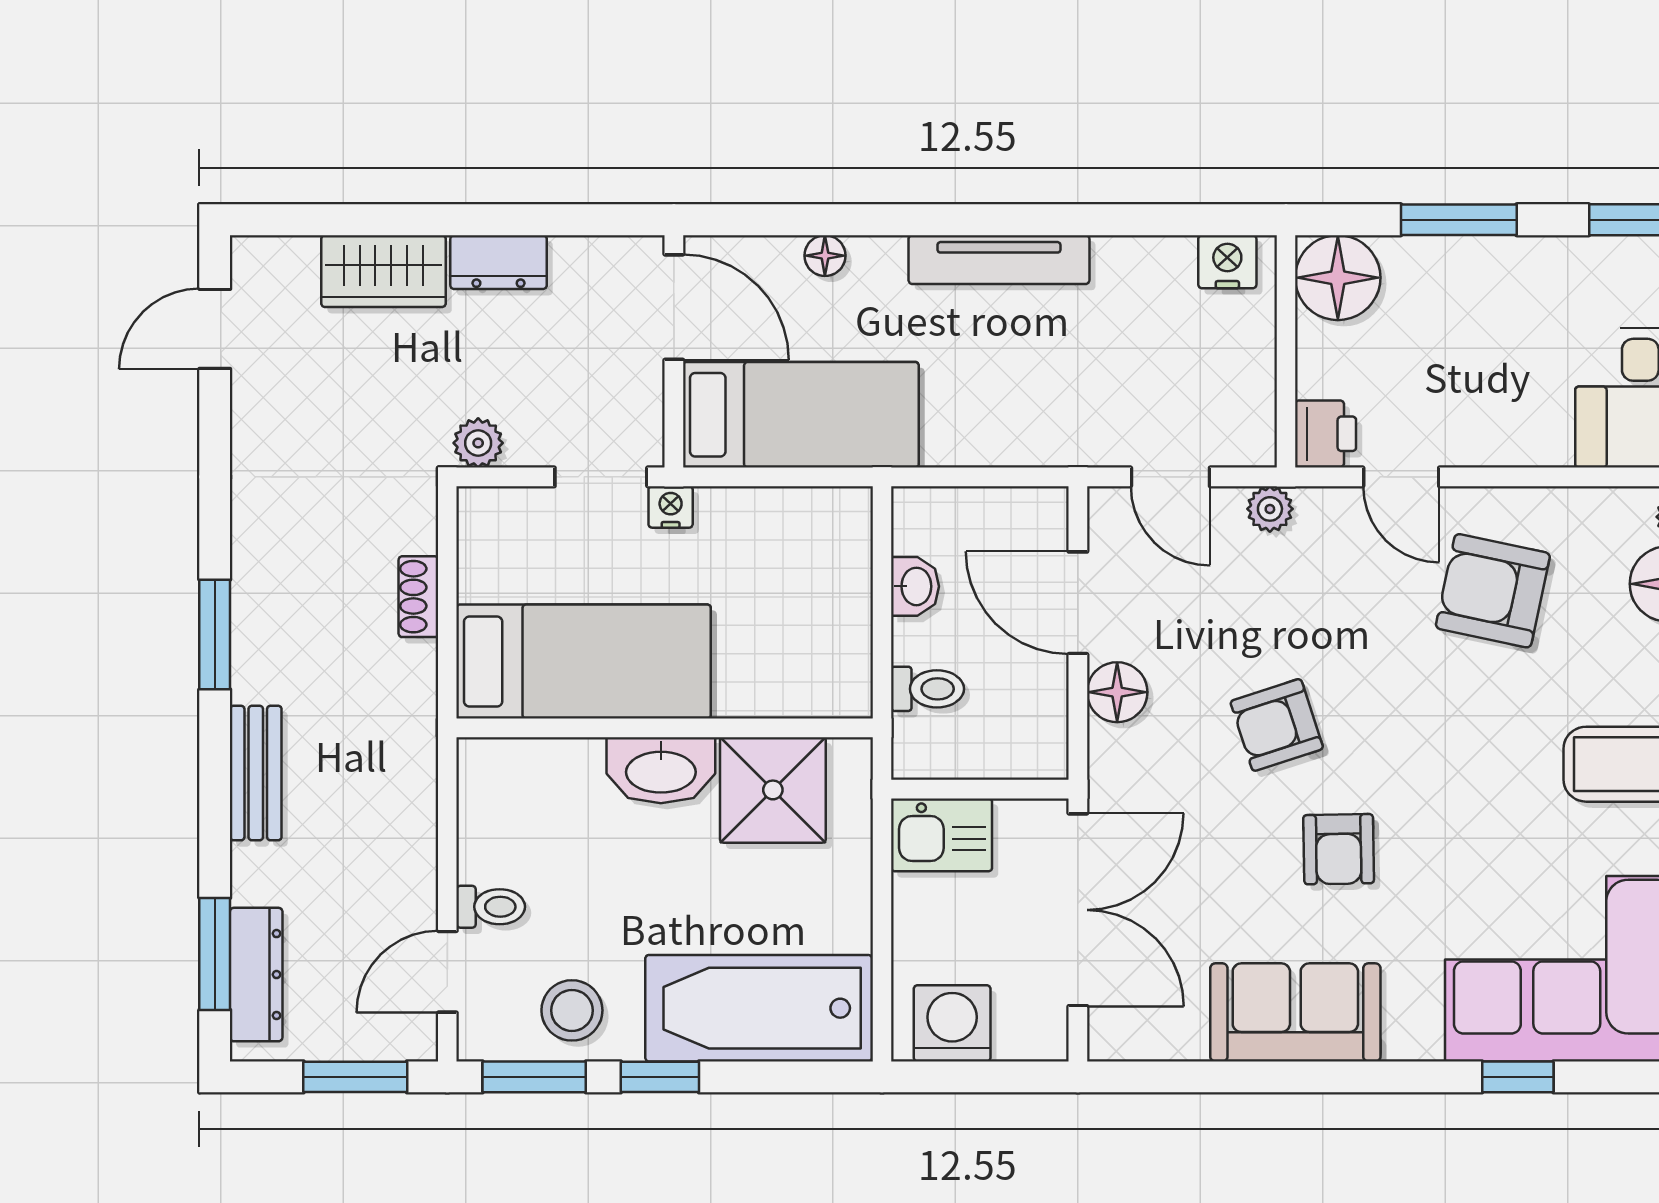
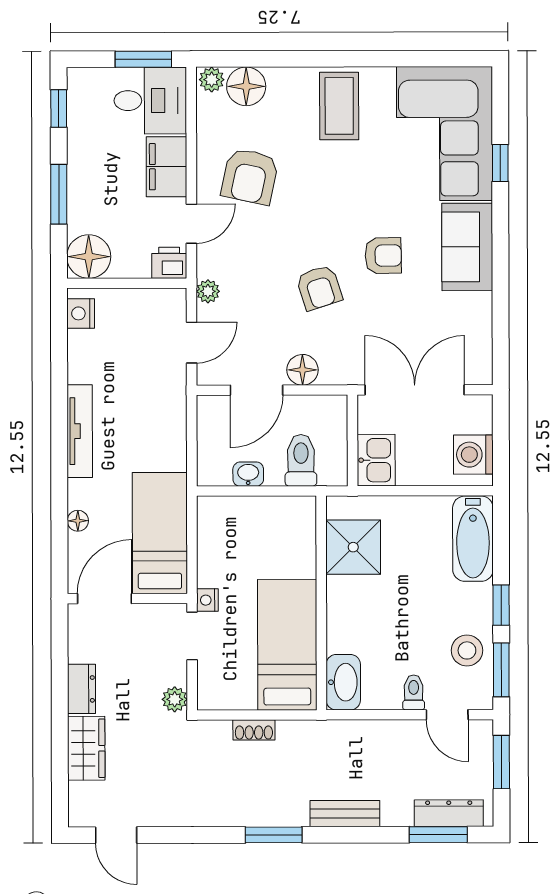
filing cabinet: (1512, 429) -> (166, 167), added
toilet: (927, 689) -> (301, 460), width x1.37, depth x1.39
washbasin: (661, 770) -> (343, 682), moved
bathtub: (759, 1008) -> (473, 539), width x0.73, depth x0.73
sofa: (1295, 1012) -> (467, 247), moved

